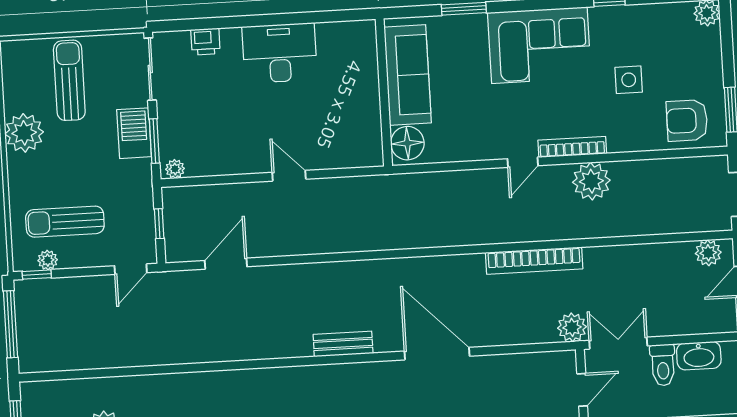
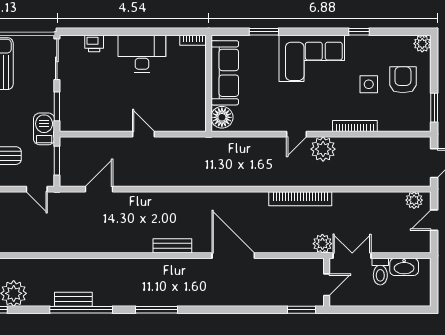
bookcase: (356, 28) -> (193, 40), added
armchair: (687, 120) -> (403, 80), moved, turned 90
barbecue: (134, 133) -> (44, 129), moved
bookcase: (572, 147) -> (355, 126), moved
plant: (175, 169) -> (69, 125), removed
plant: (591, 181) -> (323, 149), moved
window: (159, 224) -> (57, 161), width x1.50
door: (131, 269) -> (37, 189), hinge flipped

